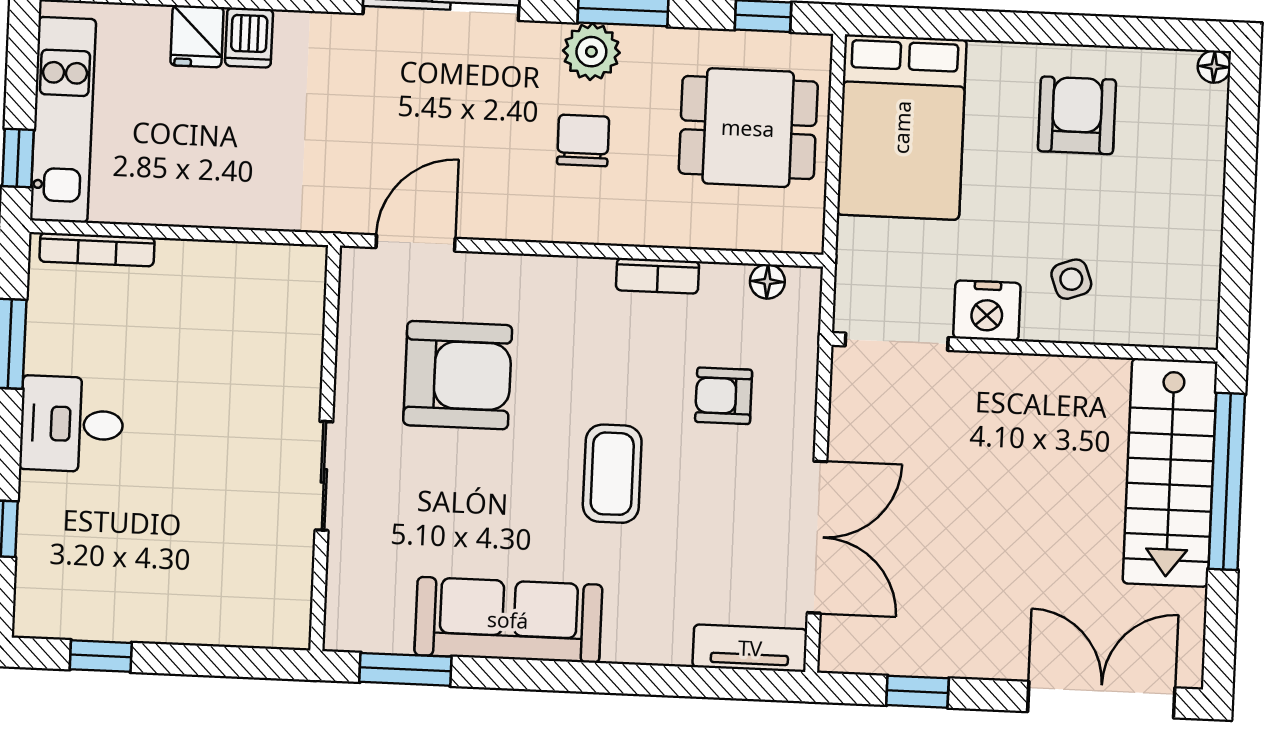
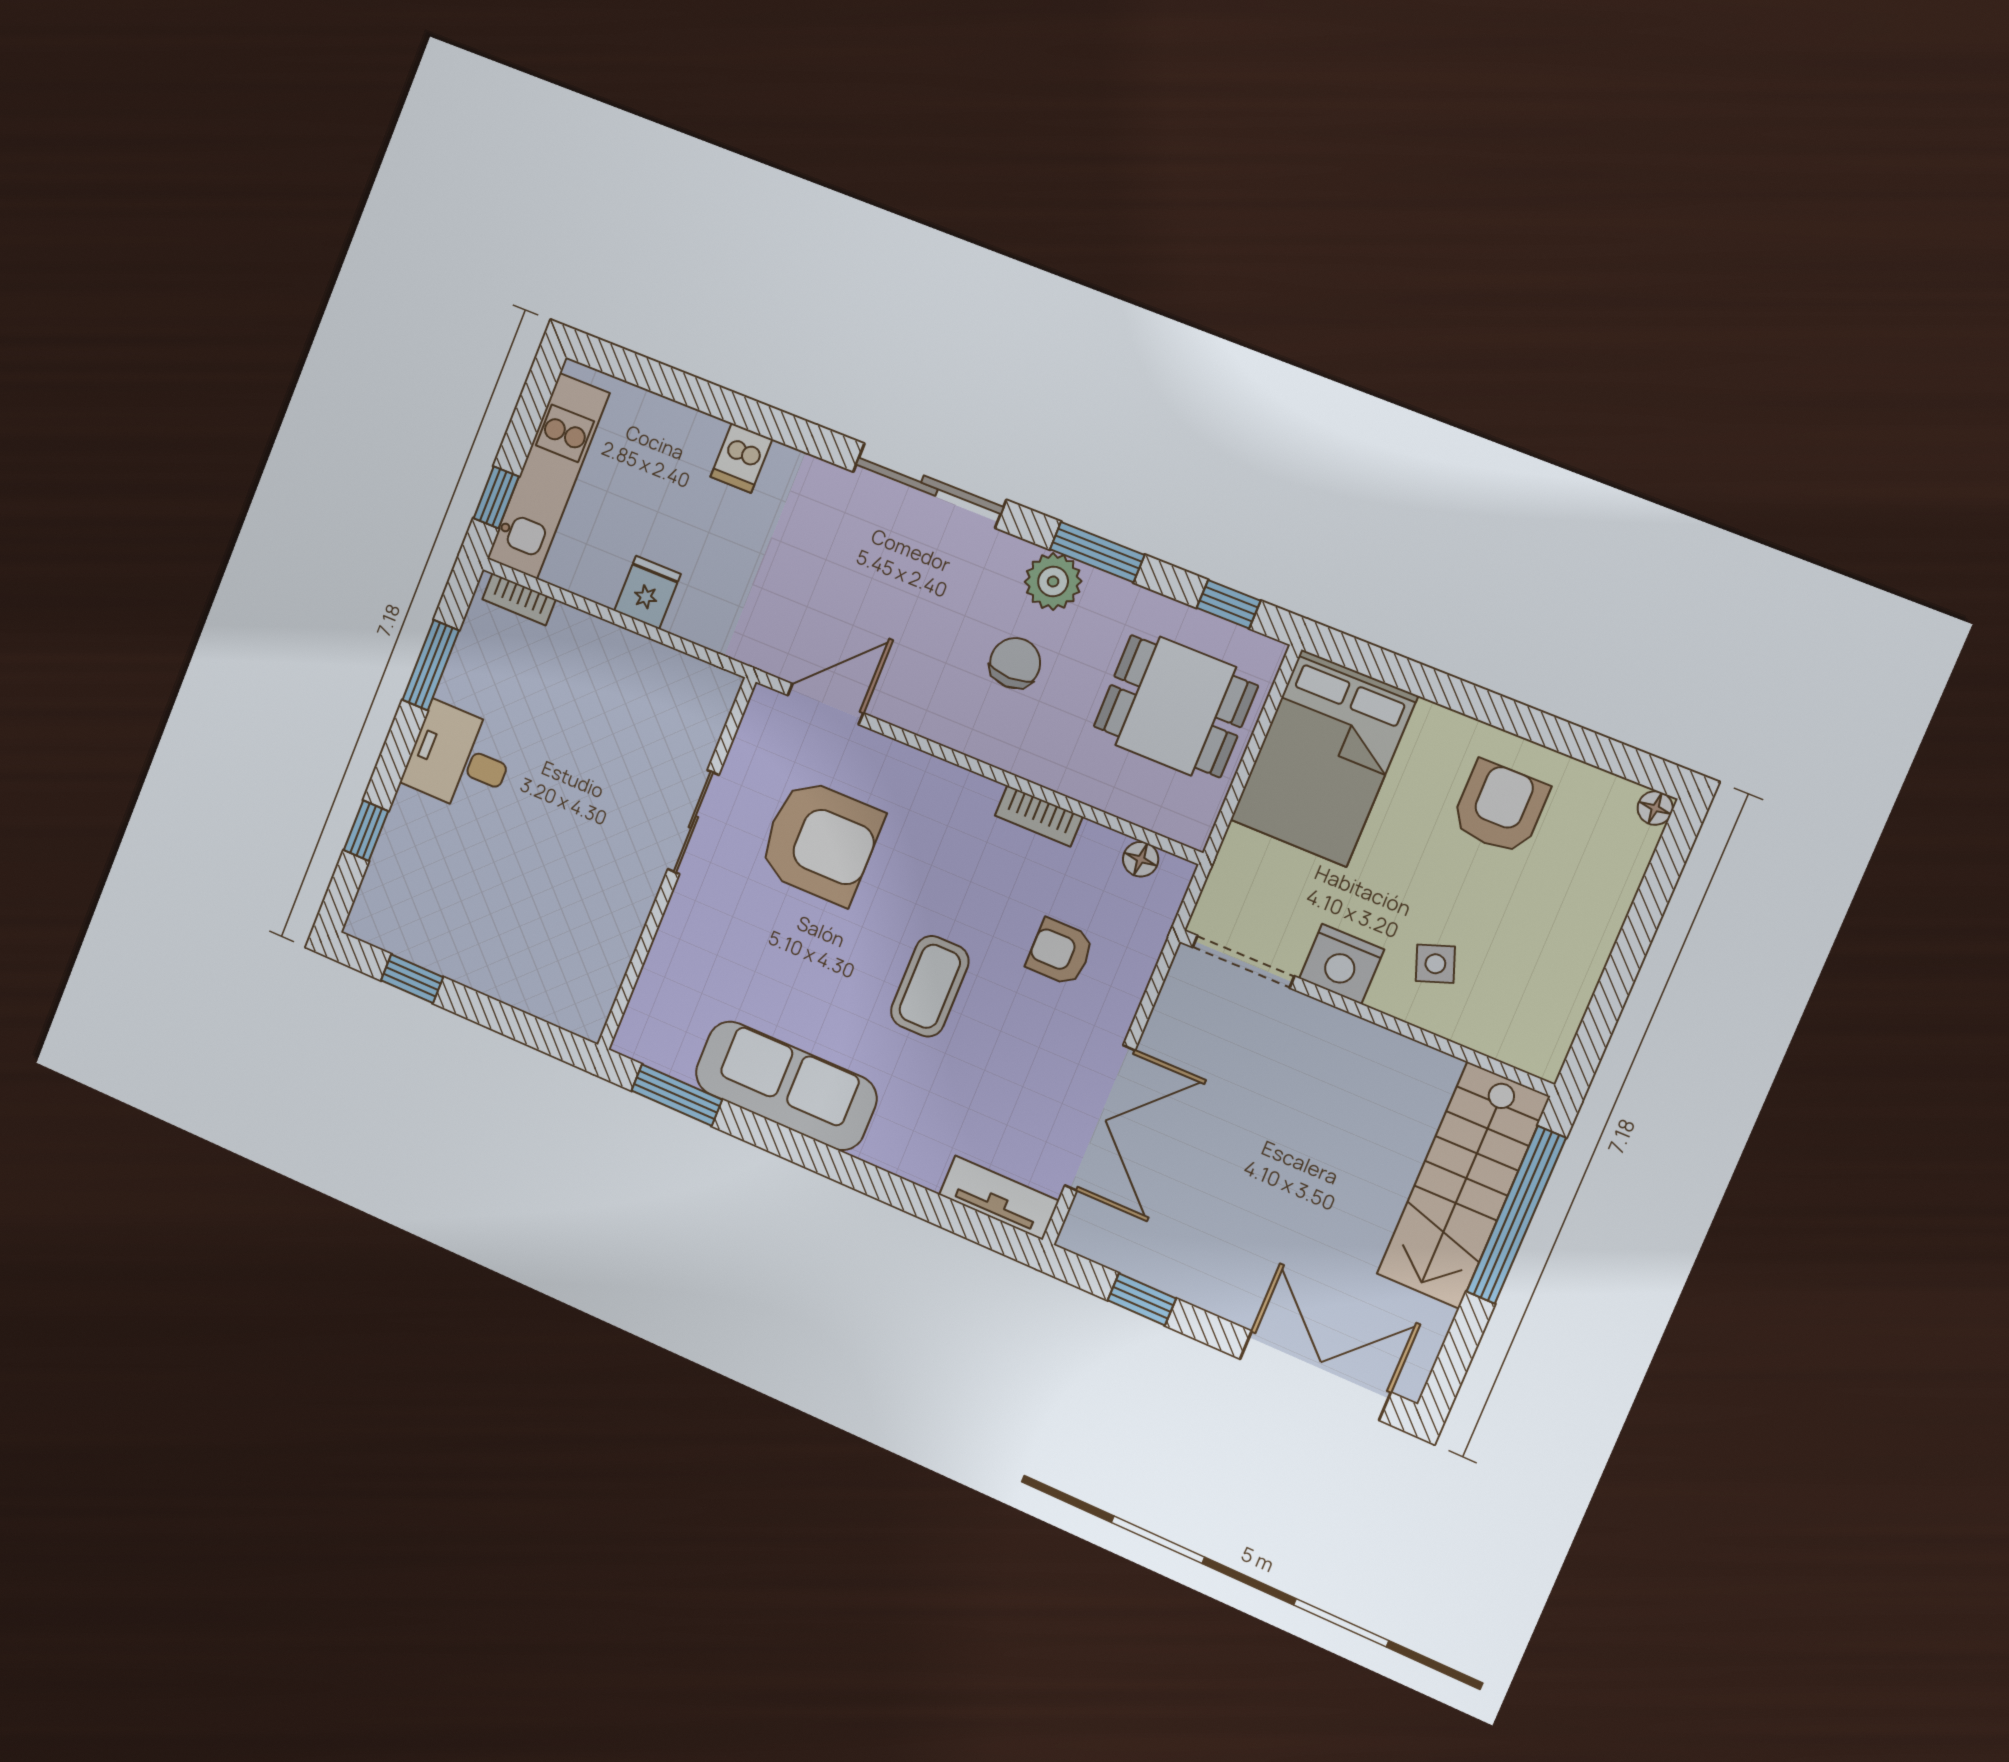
fridge: (197, 36) -> (647, 592), moved, turned 180
bookcase: (97, 250) -> (519, 599), width x0.64
sliding door: (324, 476) -> (693, 822), moved

